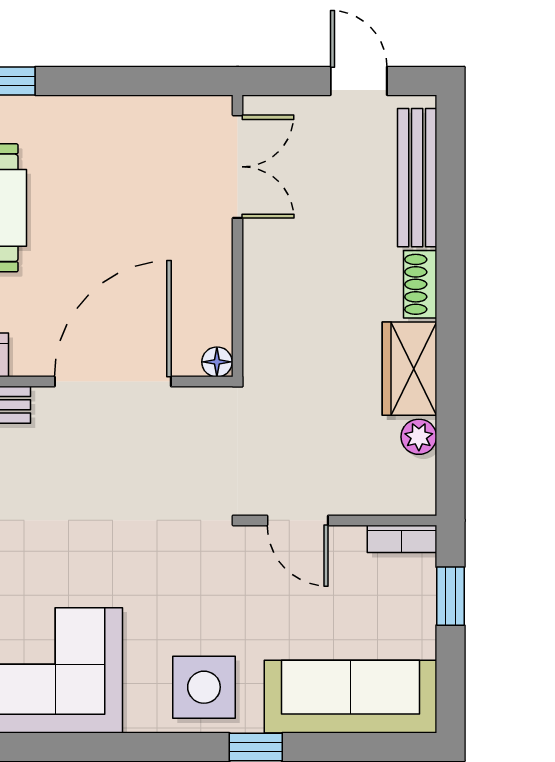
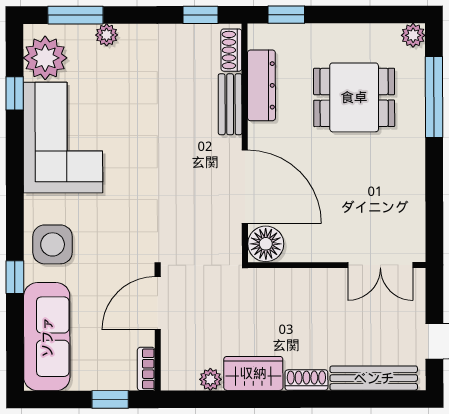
floor lamp: (217, 362) -> (266, 244), width x1.89, depth x1.89
door: (298, 520) -> (158, 303), width x1.37

